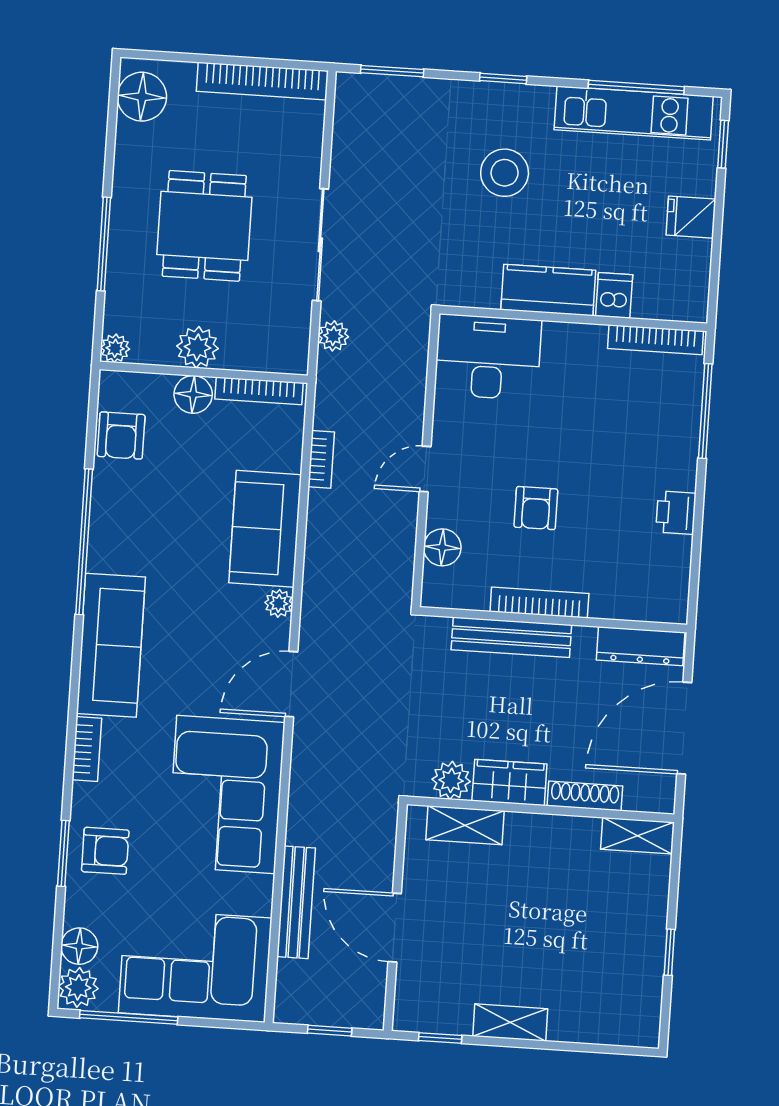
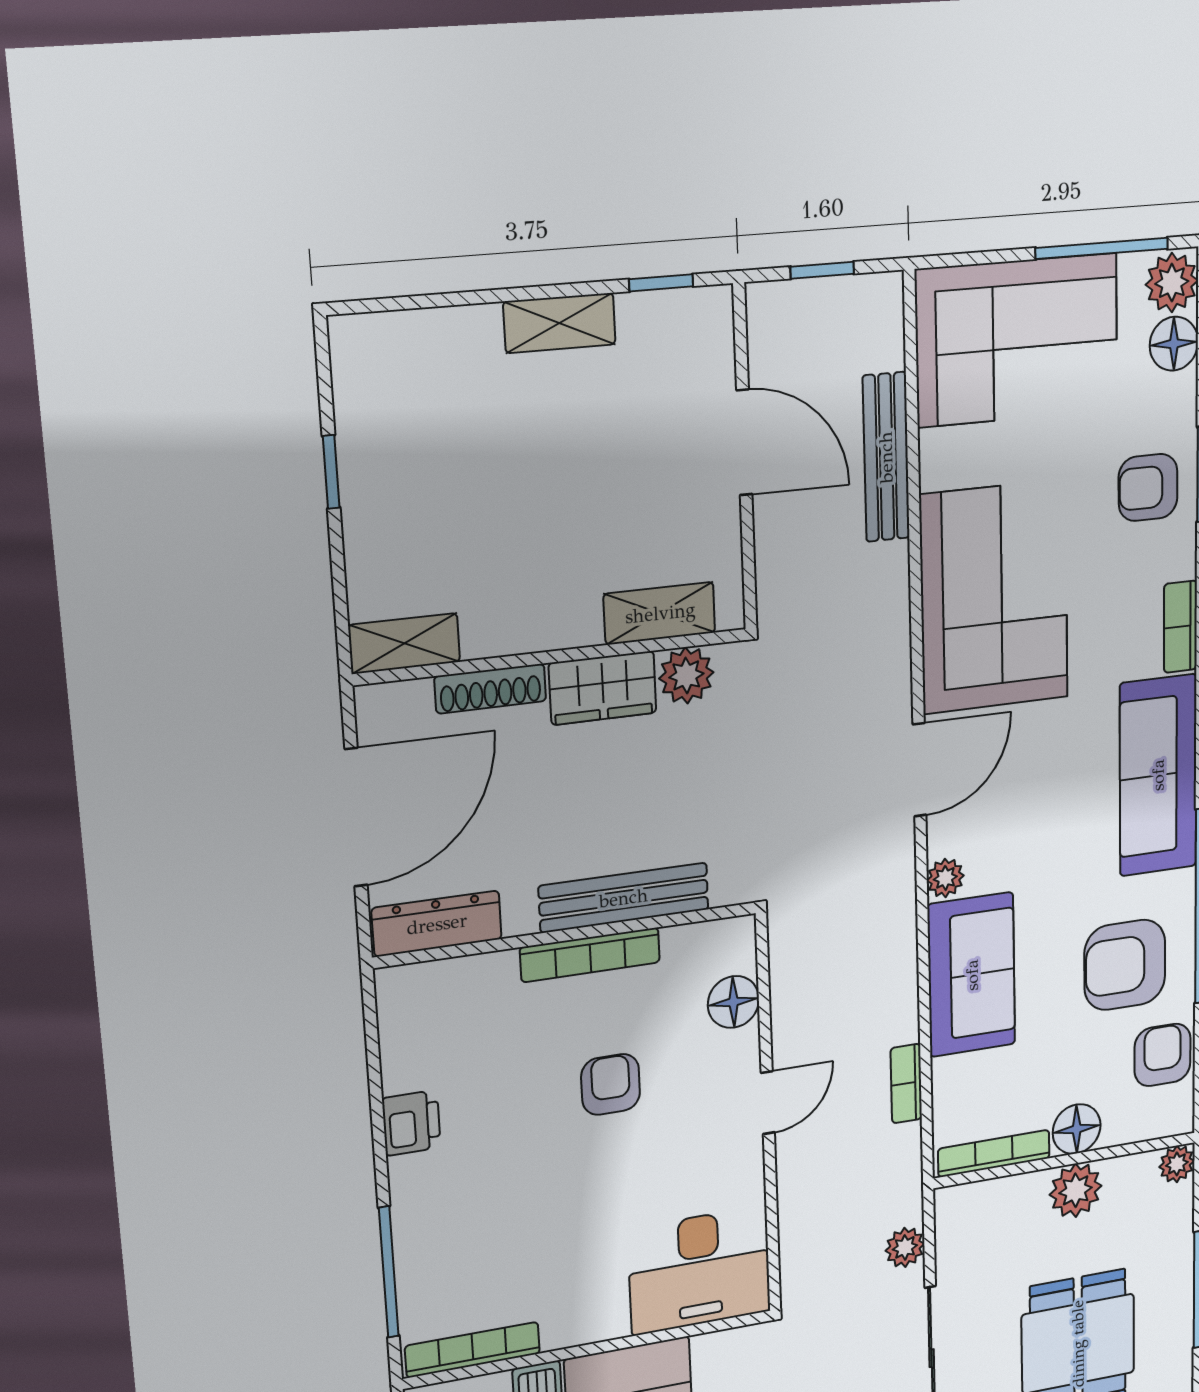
armchair: (146, 510) -> (1125, 965), added

